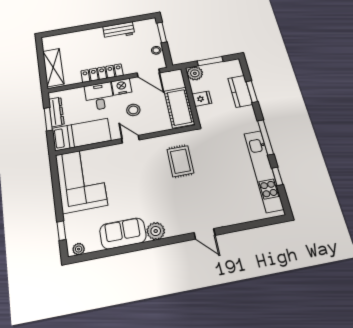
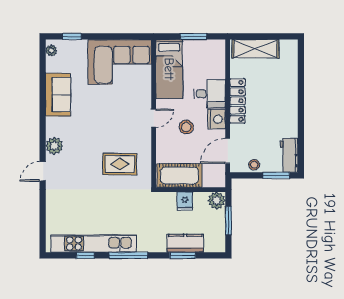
workbench: (119, 30) -> (289, 155), moved
dresser: (56, 112) -> (200, 46), removed
plant: (156, 231) -> (54, 146), moved

